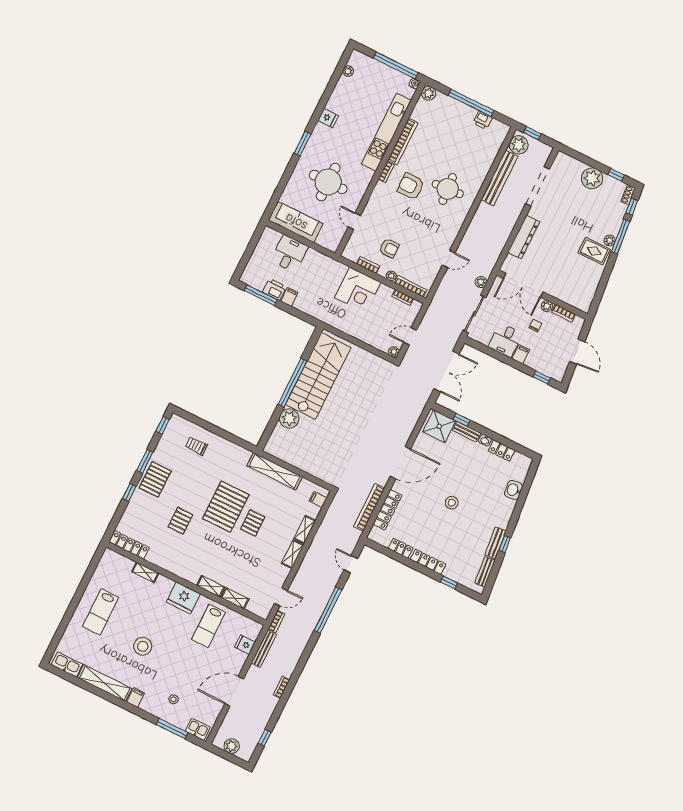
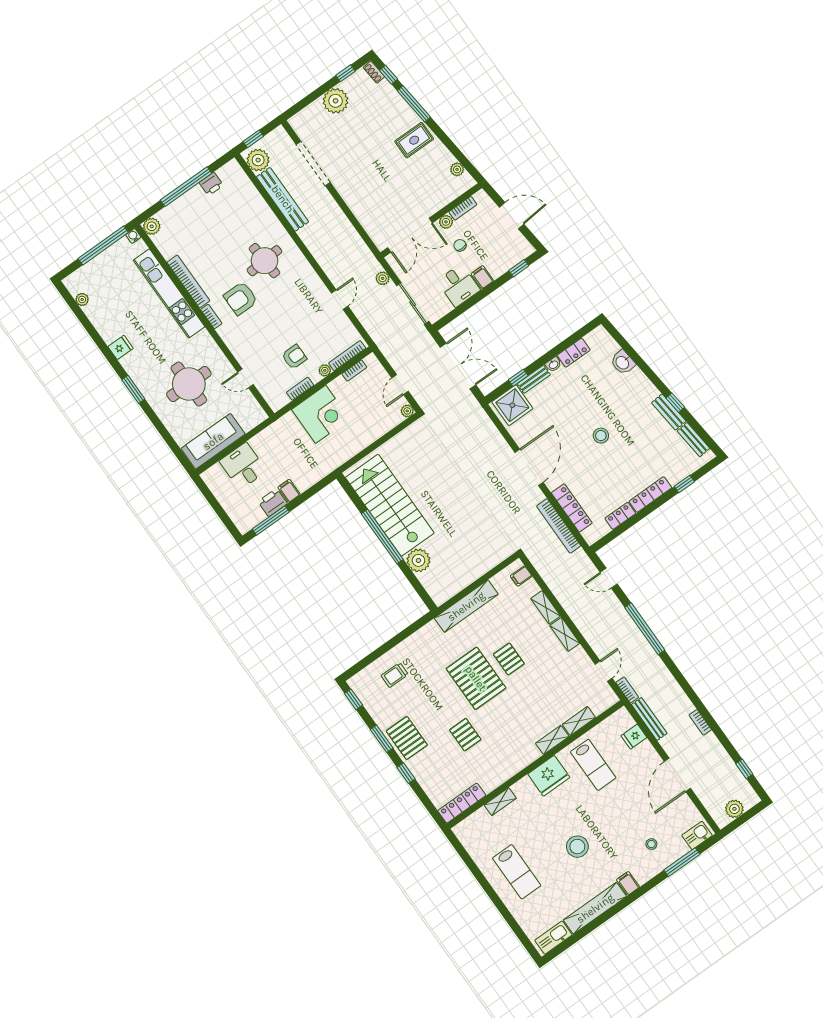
dresser: (524, 237) -> (359, 207), removed
plant: (610, 240) -> (457, 169), moved

